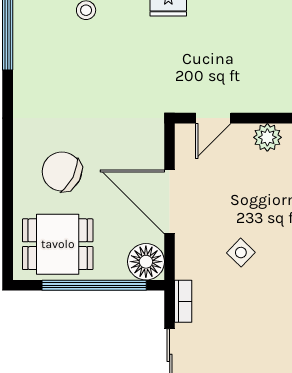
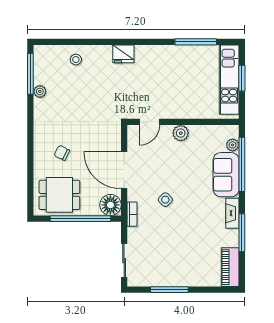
plant: (24, 65) -> (40, 91), added
chair: (62, 172) -> (62, 153), width x0.54, depth x0.54
bookcase: (183, 301) -> (132, 214), moved

